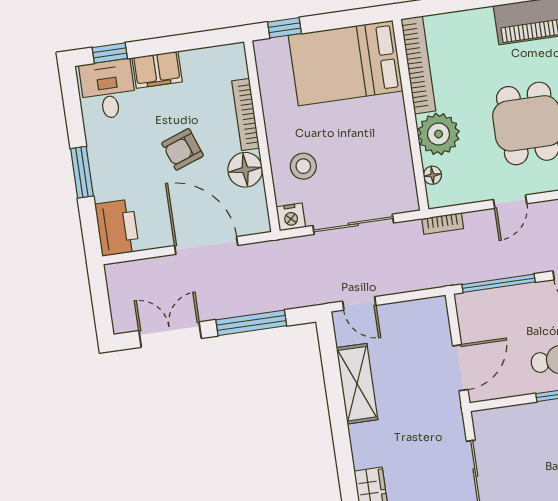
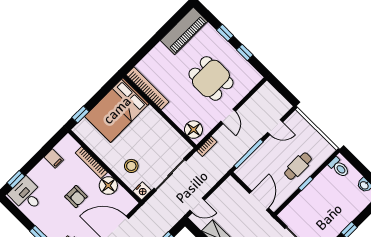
filing cabinet: (157, 70) -> (54, 159), moved, width x0.50
plant: (439, 134) -> (177, 111), removed
armchair: (183, 149) -> (76, 197), turned -70
floor lamp: (432, 175) -> (194, 130), width x1.89, depth x1.89

